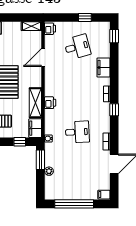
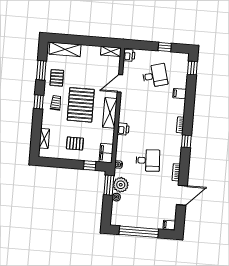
filing cabinet: (103, 68) -> (180, 94), width x0.50
shelving: (35, 103) -> (110, 113), moved
plant: (52, 158) -> (121, 185), added

